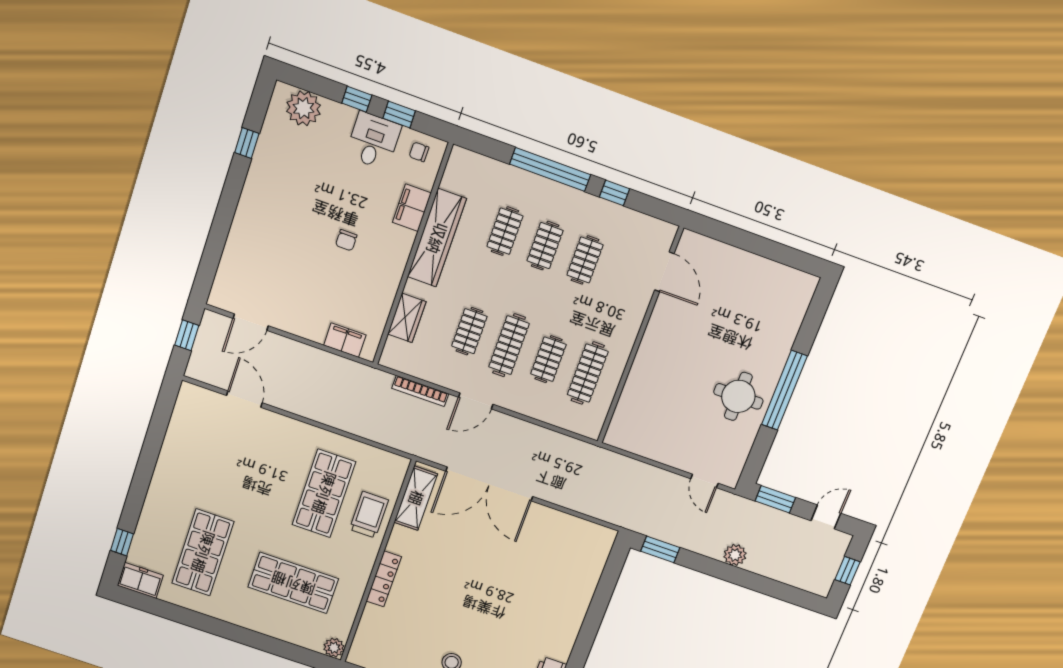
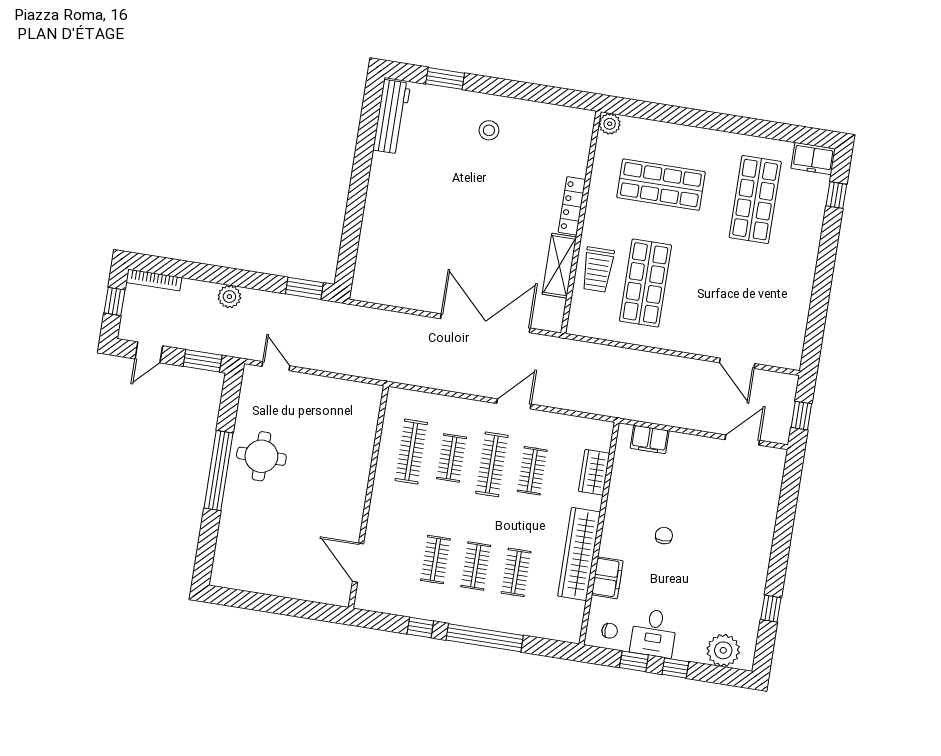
bookcase: (420, 391) -> (154, 280), moved, turned 180
shelving: (416, 498) -> (559, 266), moved

